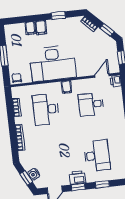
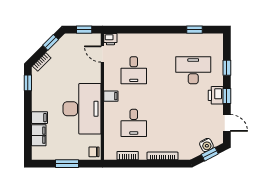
window: (58, 15) -> (28, 83), moved
filing cabinet: (30, 28) -> (39, 135), width x2.00
desk: (46, 109) -> (134, 123), width x0.73

